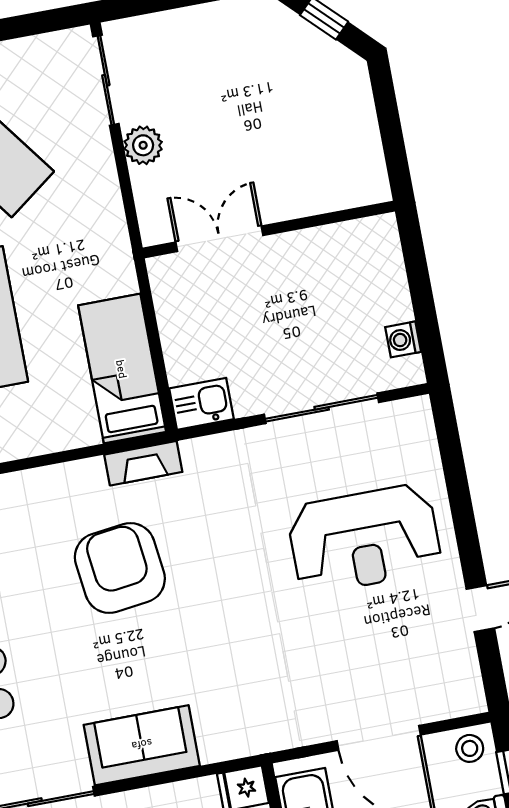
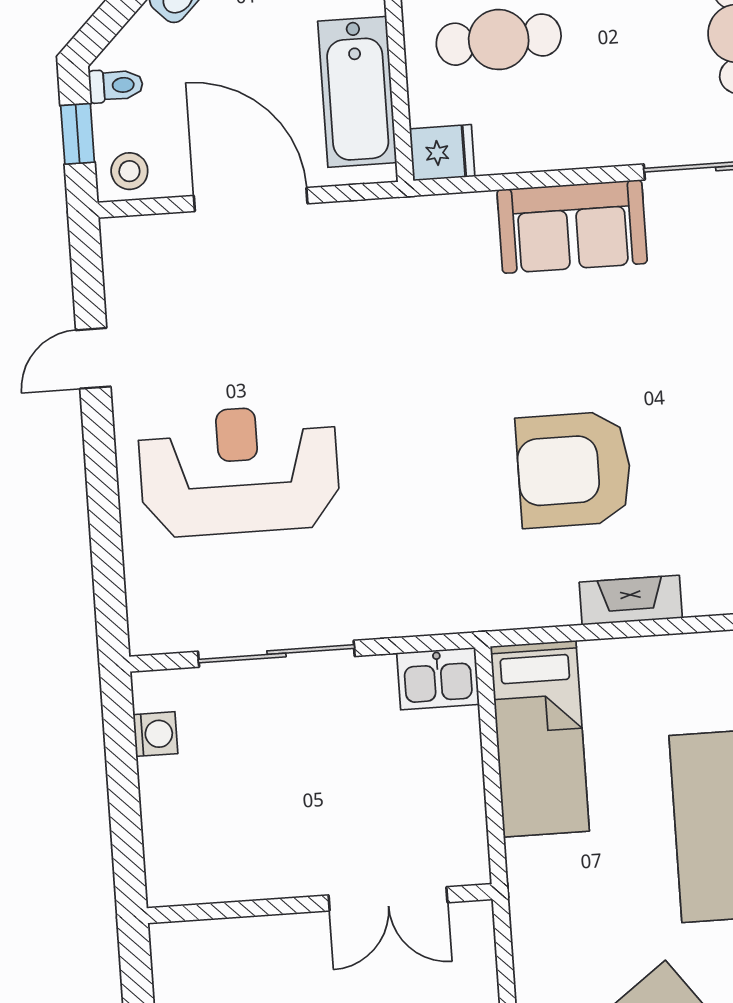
fireplace: (143, 463) -> (631, 600), moved
armchair: (120, 568) -> (574, 470), turned 97

